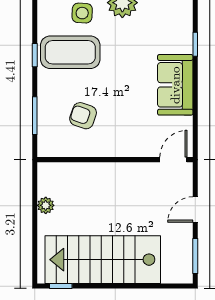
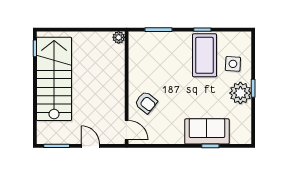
sofa: (175, 85) -> (207, 131), moved
armchair: (83, 116) -> (146, 102), moved, turned 110
plant: (46, 205) -> (119, 37), moved

